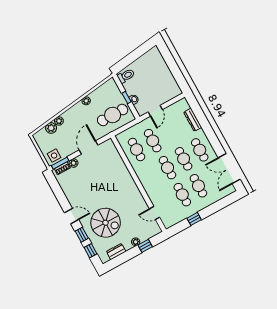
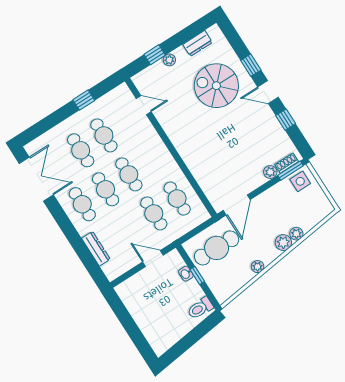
door: (155, 111) -> (153, 259), hinge flipped
plant: (51, 128) -> (283, 243), moved
door: (88, 147) -> (237, 205), moved
window: (91, 251) -> (286, 120), moved

